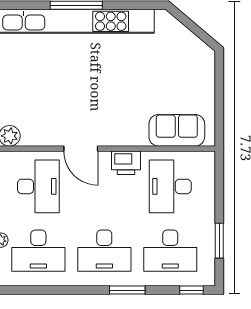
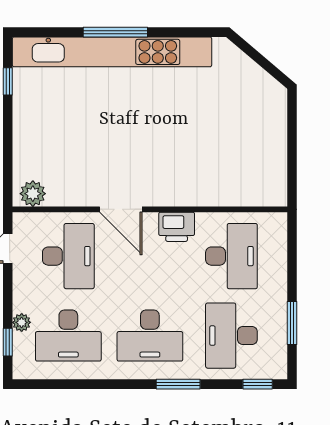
sofa: (177, 130) -> (240, 187), removed
desk: (170, 186) -> (231, 256), turned 180
desk: (170, 251) -> (231, 336), turned 90

